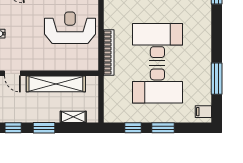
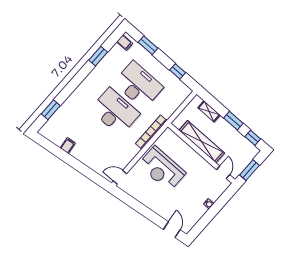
desk: (157, 42) -> (115, 112), turned 180
window: (217, 79) -> (98, 56), width x0.69
window: (163, 128) -> (148, 45), moved

